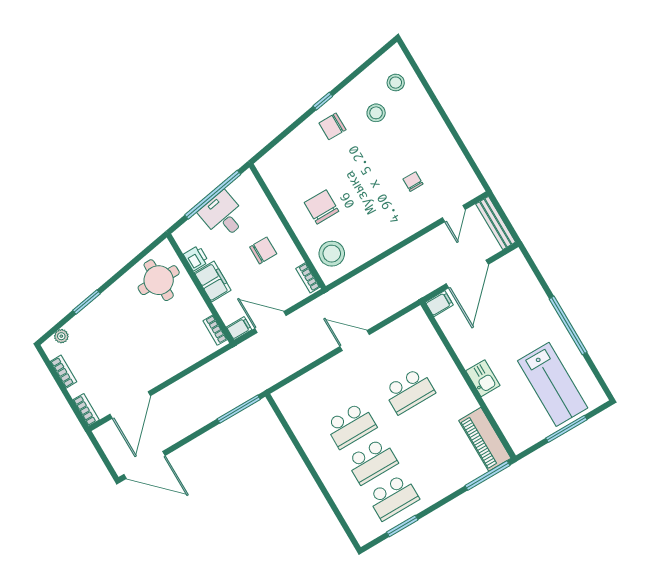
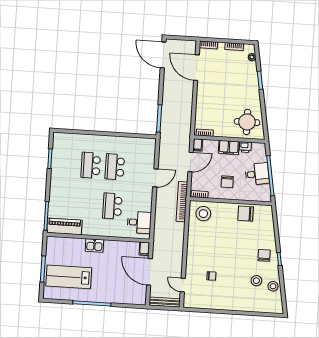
stool: (396, 83) -> (273, 286), moved
chair: (322, 207) -> (246, 214), moved, turned 180
bookcase: (336, 296) -> (182, 202), added
desk: (407, 336) -> (139, 222), added
door: (355, 341) -> (155, 178), moved
door: (144, 465) -> (163, 55), hinge flipped
school desk: (393, 497) -> (67, 164), removed

